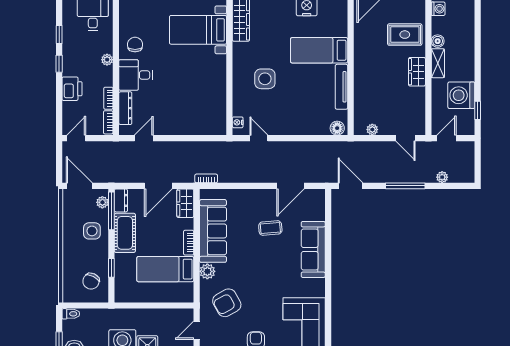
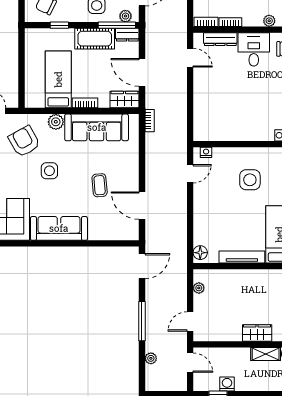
washing machine: (461, 95) -> (227, 384), width x0.53, depth x0.53
sofa: (313, 249) -> (59, 228), moved
side table: (256, 278) -> (49, 171), added

